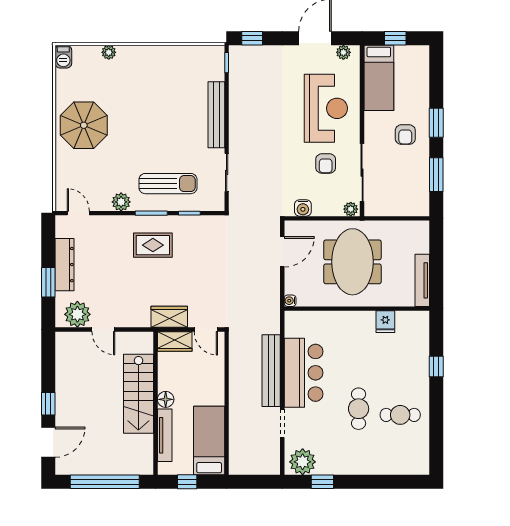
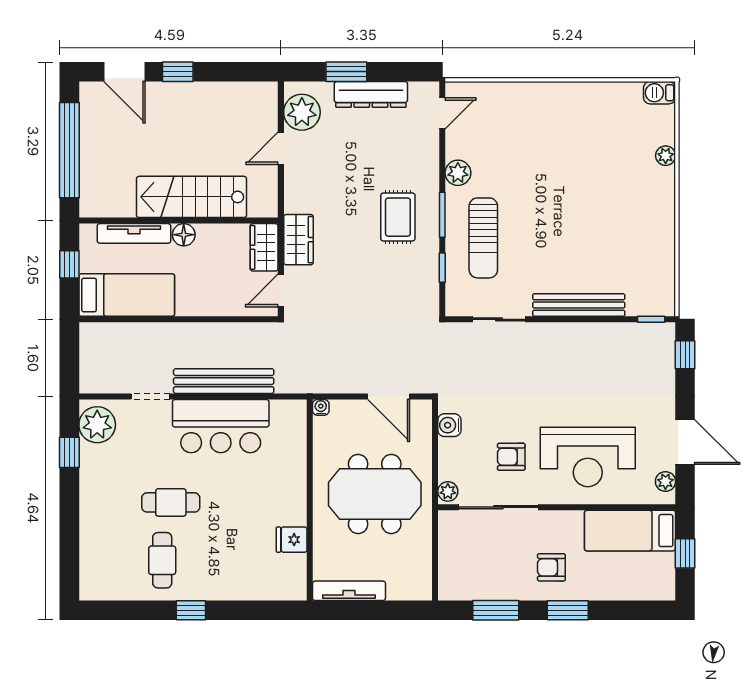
parasol: (84, 125) -> (564, 121), removed
window: (436, 367) -> (191, 610), moved

